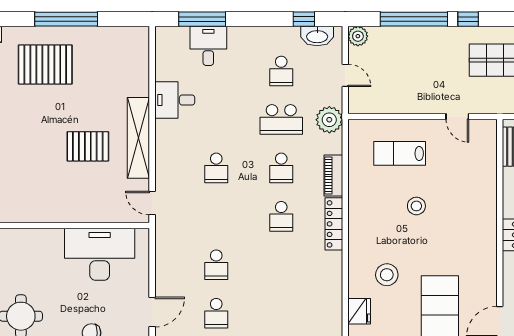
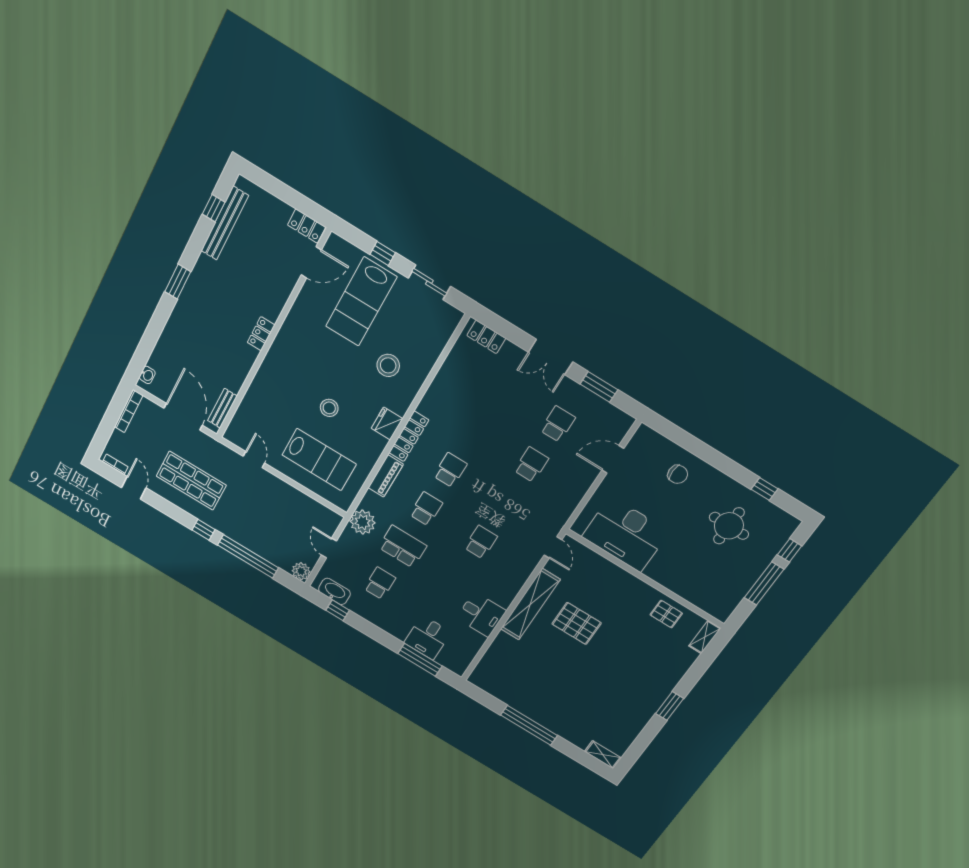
pallet: (45, 65) -> (666, 614), moved, width x0.49, depth x0.50
lab bench: (400, 153) -> (319, 460), width x1.36, depth x1.39
fridge: (359, 311) -> (387, 423), moved

